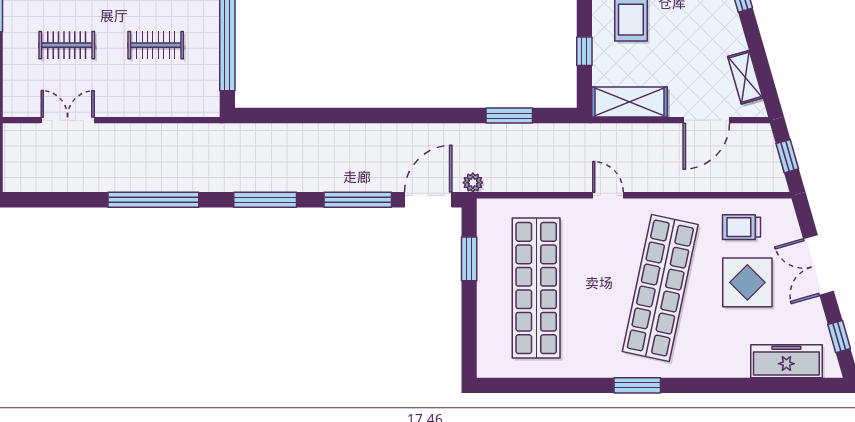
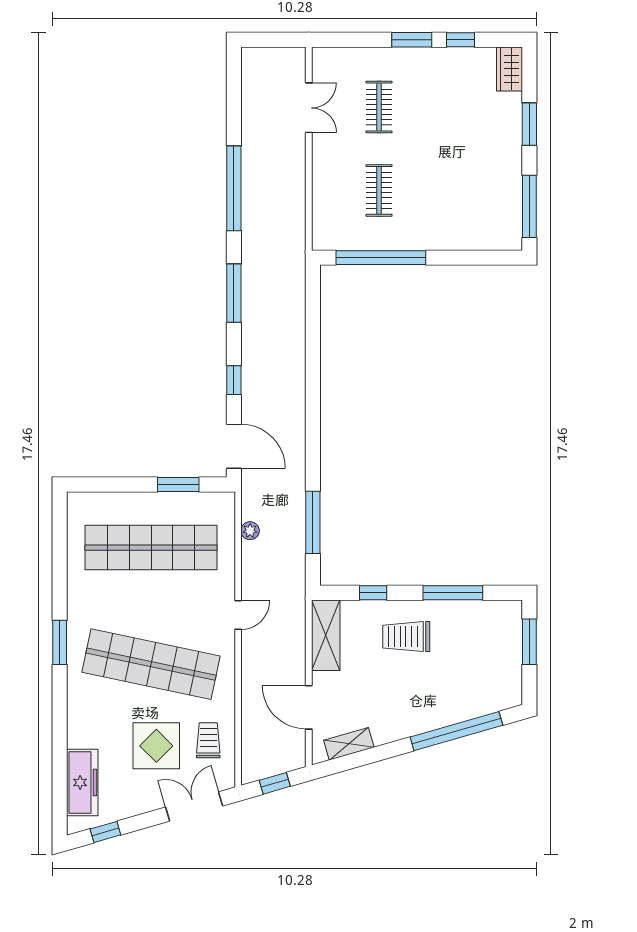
window: (509, 116) -> (313, 522), width x1.44
plant: (473, 183) -> (250, 531), moved
window: (358, 200) -> (234, 380), width x0.46
double door: (819, 265) -> (194, 806), moved

